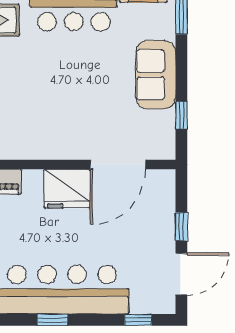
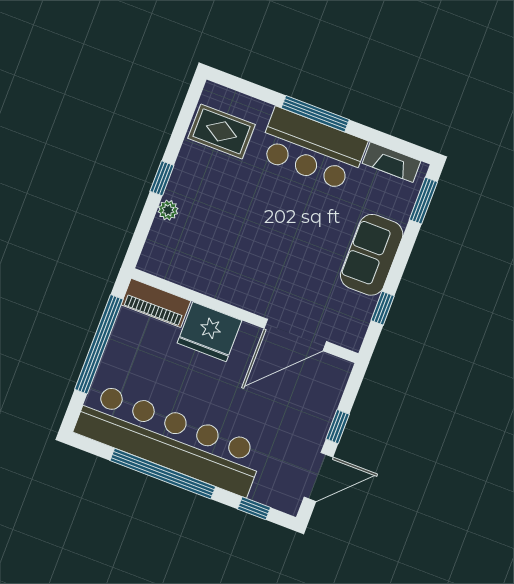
fridge: (67, 189) -> (209, 332), moved
window: (52, 320) -> (163, 474), width x3.17

